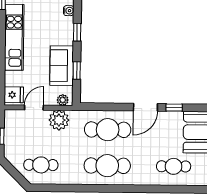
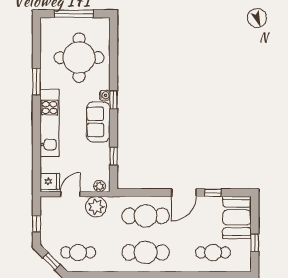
window: (77, 32) -> (114, 100), moved
sofa: (62, 66) -> (98, 122), moved
window: (15, 173) -> (52, 261), added

